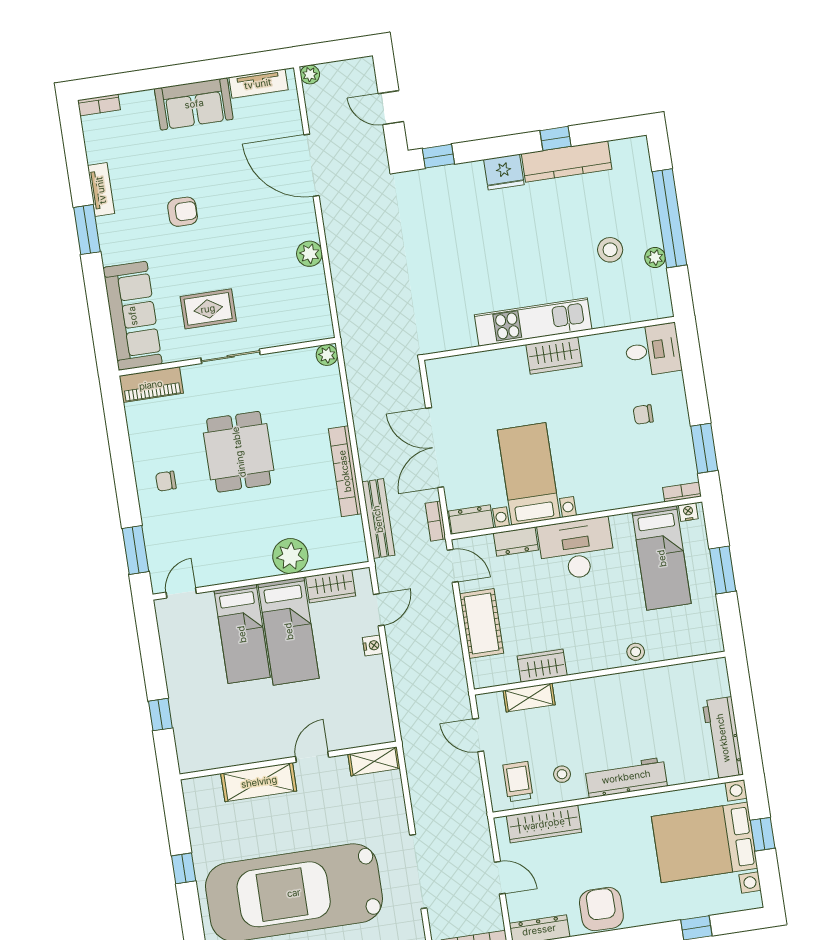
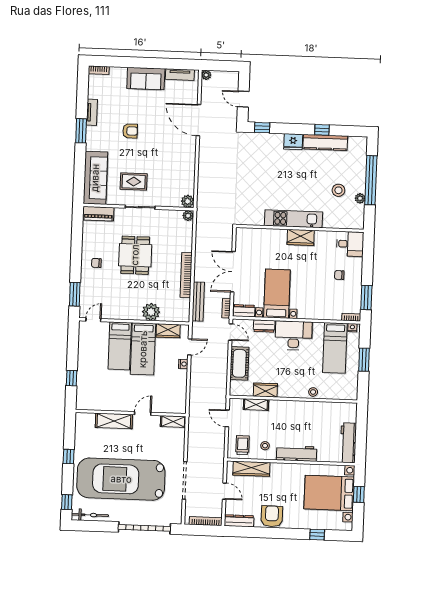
plant: (309, 254) -> (188, 201), moved

